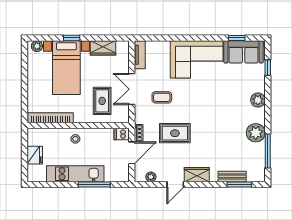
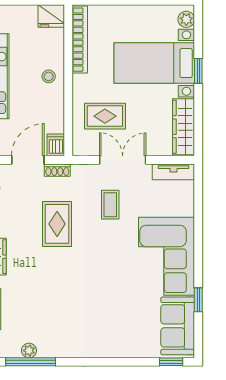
window: (237, 38) -> (198, 300), moved
wardrobe: (103, 48) -> (184, 127), width x1.50
window: (268, 68) -> (171, 362), moved
plant: (258, 100) -> (106, 347), removed
plant: (256, 133) -> (29, 351), moved, width x0.53, depth x0.53
door: (132, 153) -> (28, 160), swing flipped
fridge: (35, 155) -> (51, 16), moved

